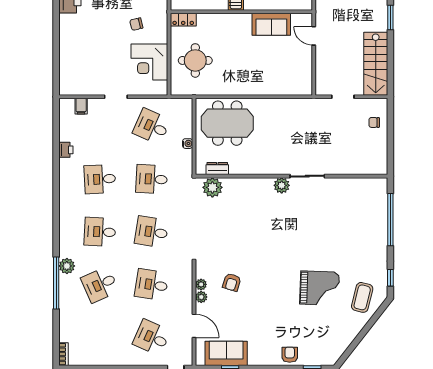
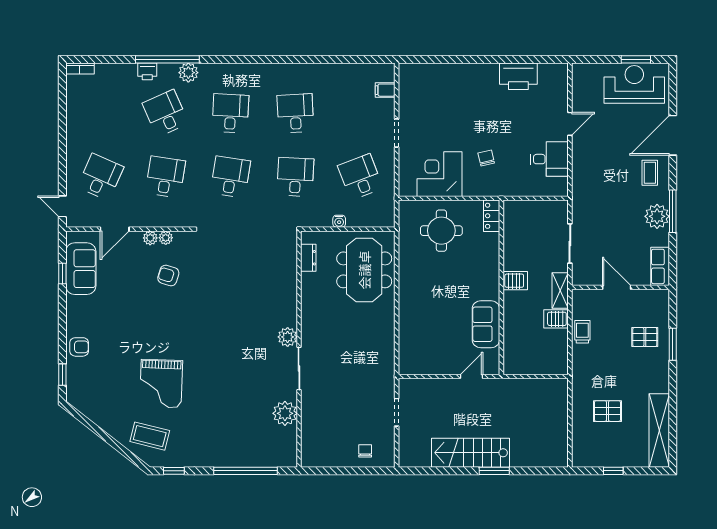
stairs: (376, 64) -> (470, 453), moved
desk: (152, 126) -> (360, 177), turned -45
printer: (66, 150) -> (147, 71), moved
plant: (212, 187) -> (285, 413), moved

